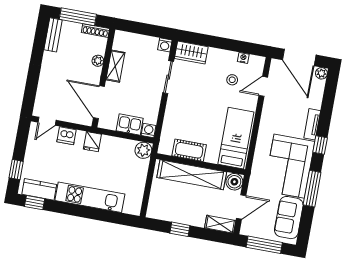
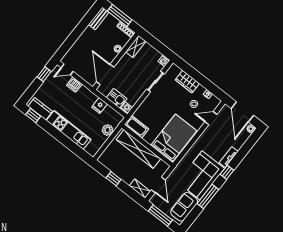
wardrobe: (191, 53) -> (187, 82), moved
shelving: (115, 66) -> (136, 47), moved
bed: (236, 138) -> (174, 138), width x1.50
fridge: (92, 142) -> (100, 106), moved
plant: (143, 150) -> (108, 130), moved
cot: (189, 150) -> (137, 127), moved
window: (16, 170) -> (44, 74), moved
boiler: (234, 182) -> (162, 167), removed
door: (241, 207) -> (158, 185), hinge flipped

